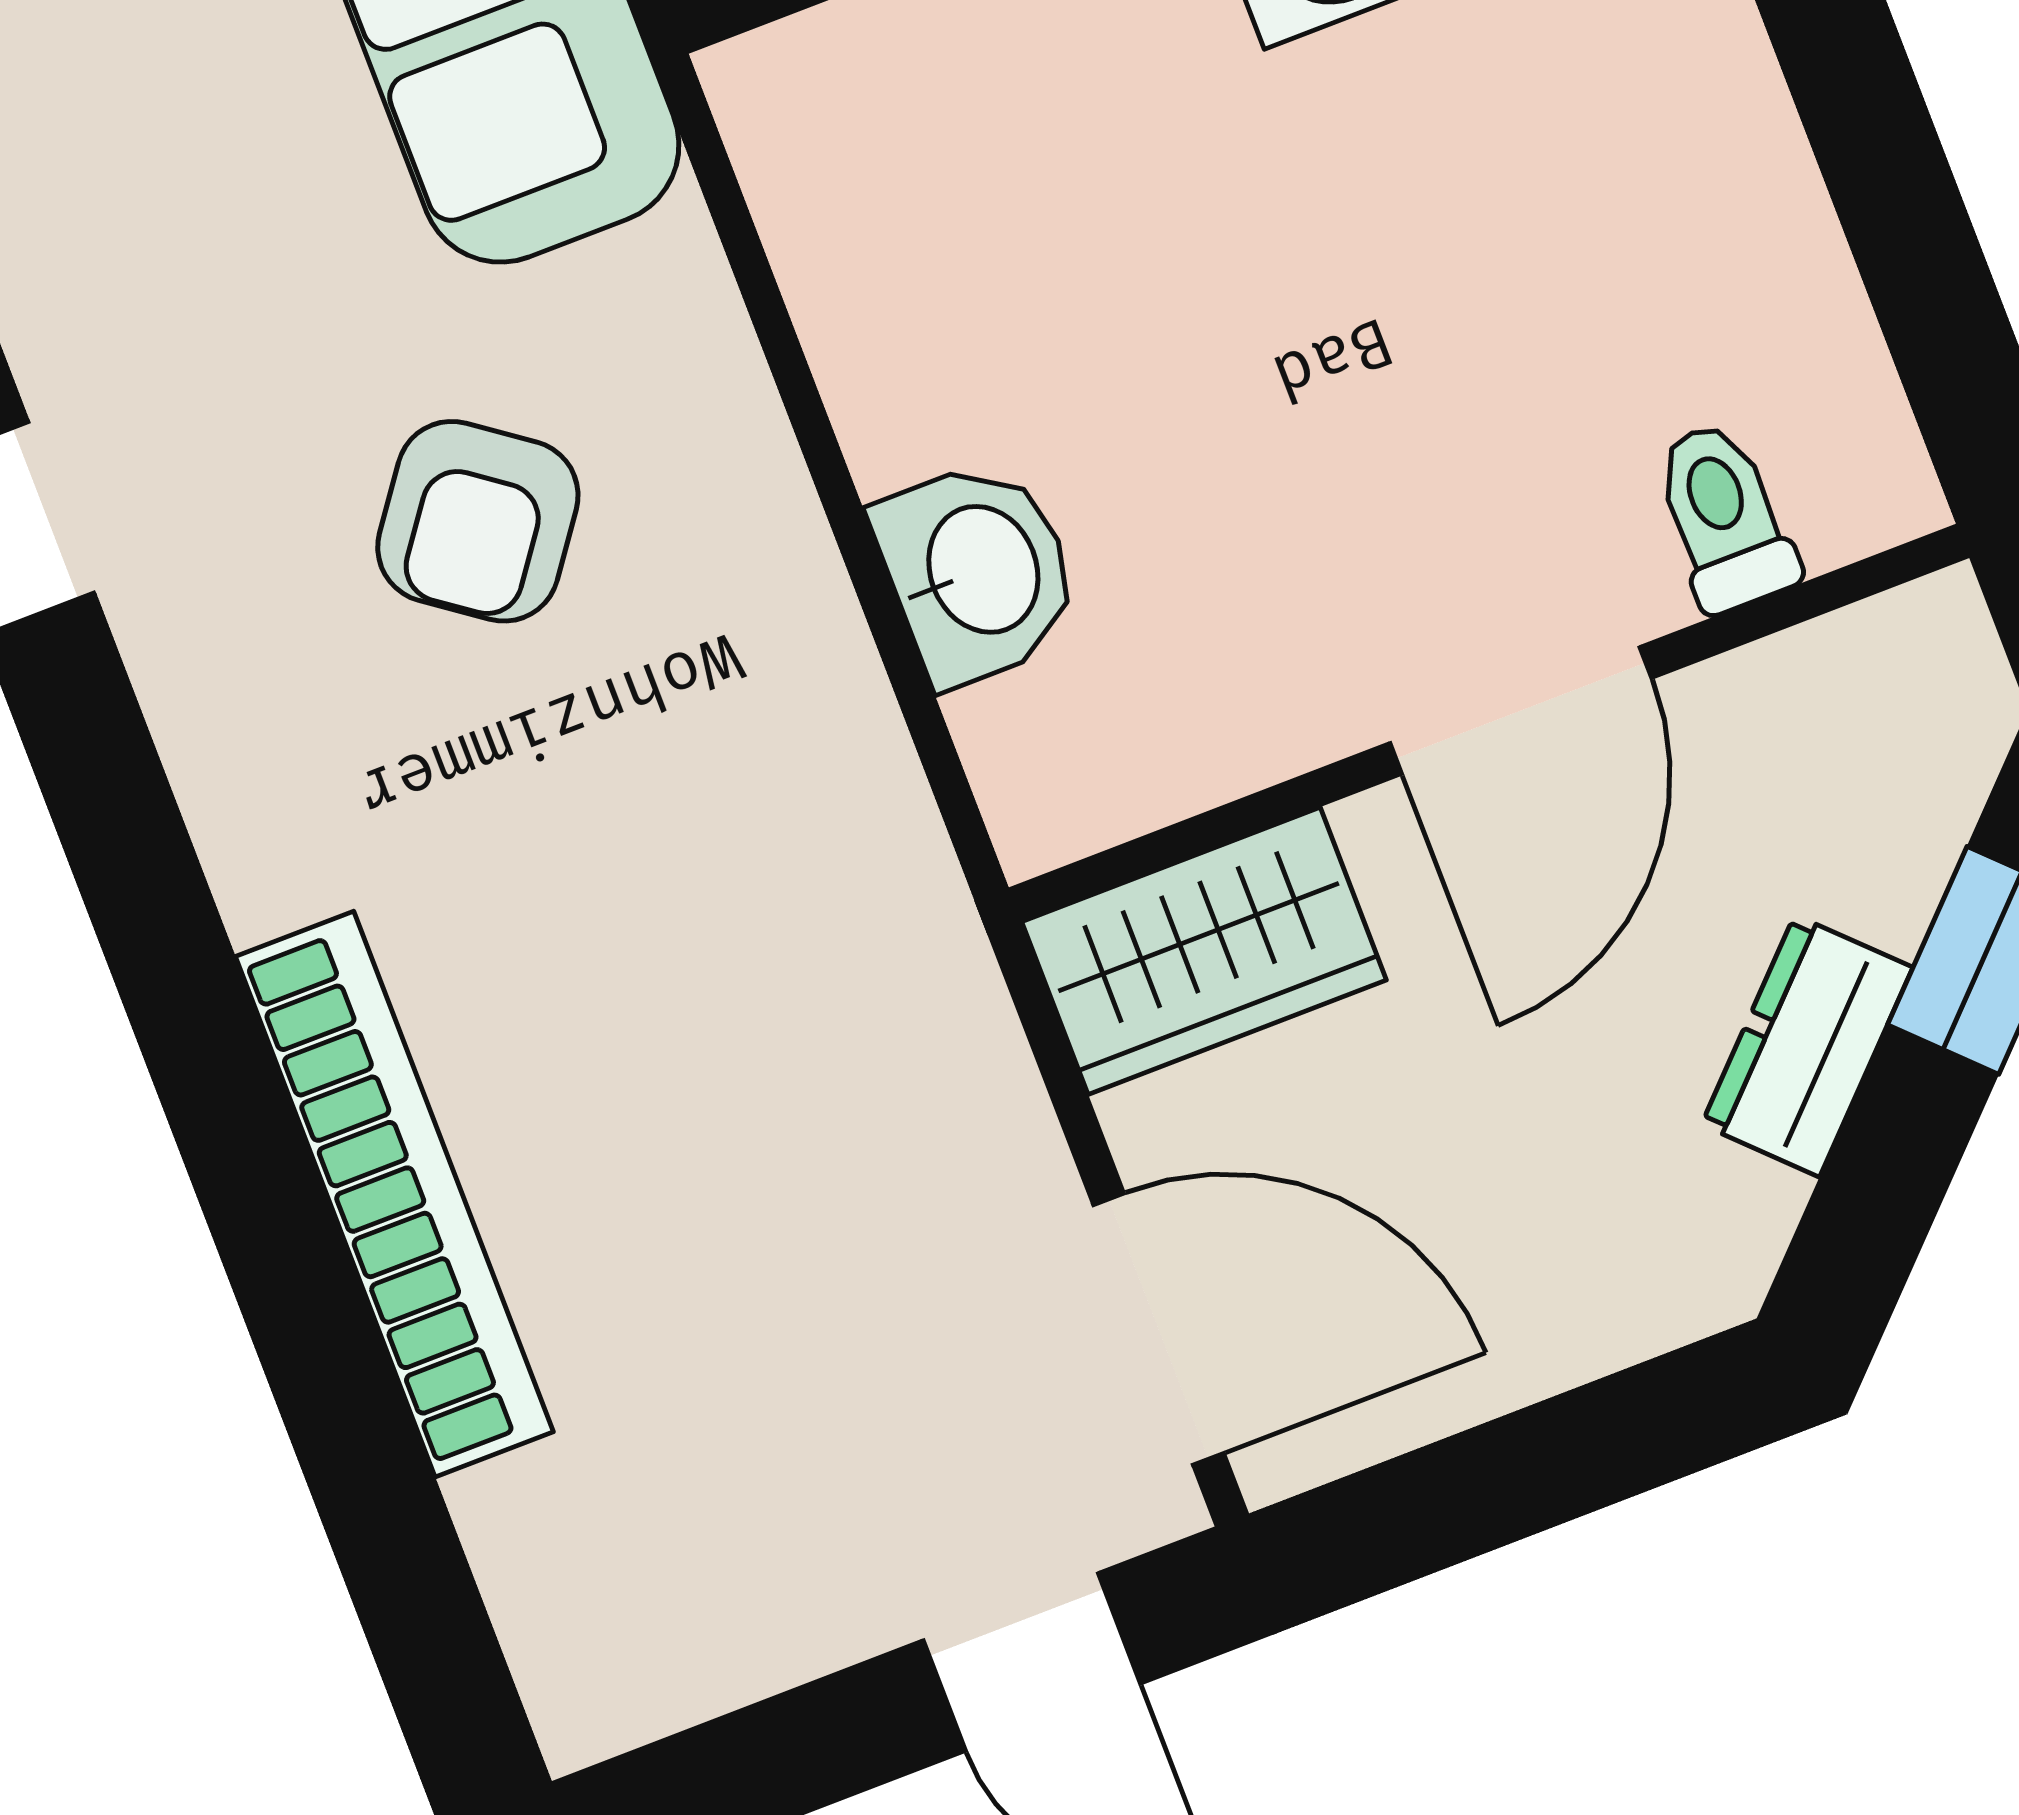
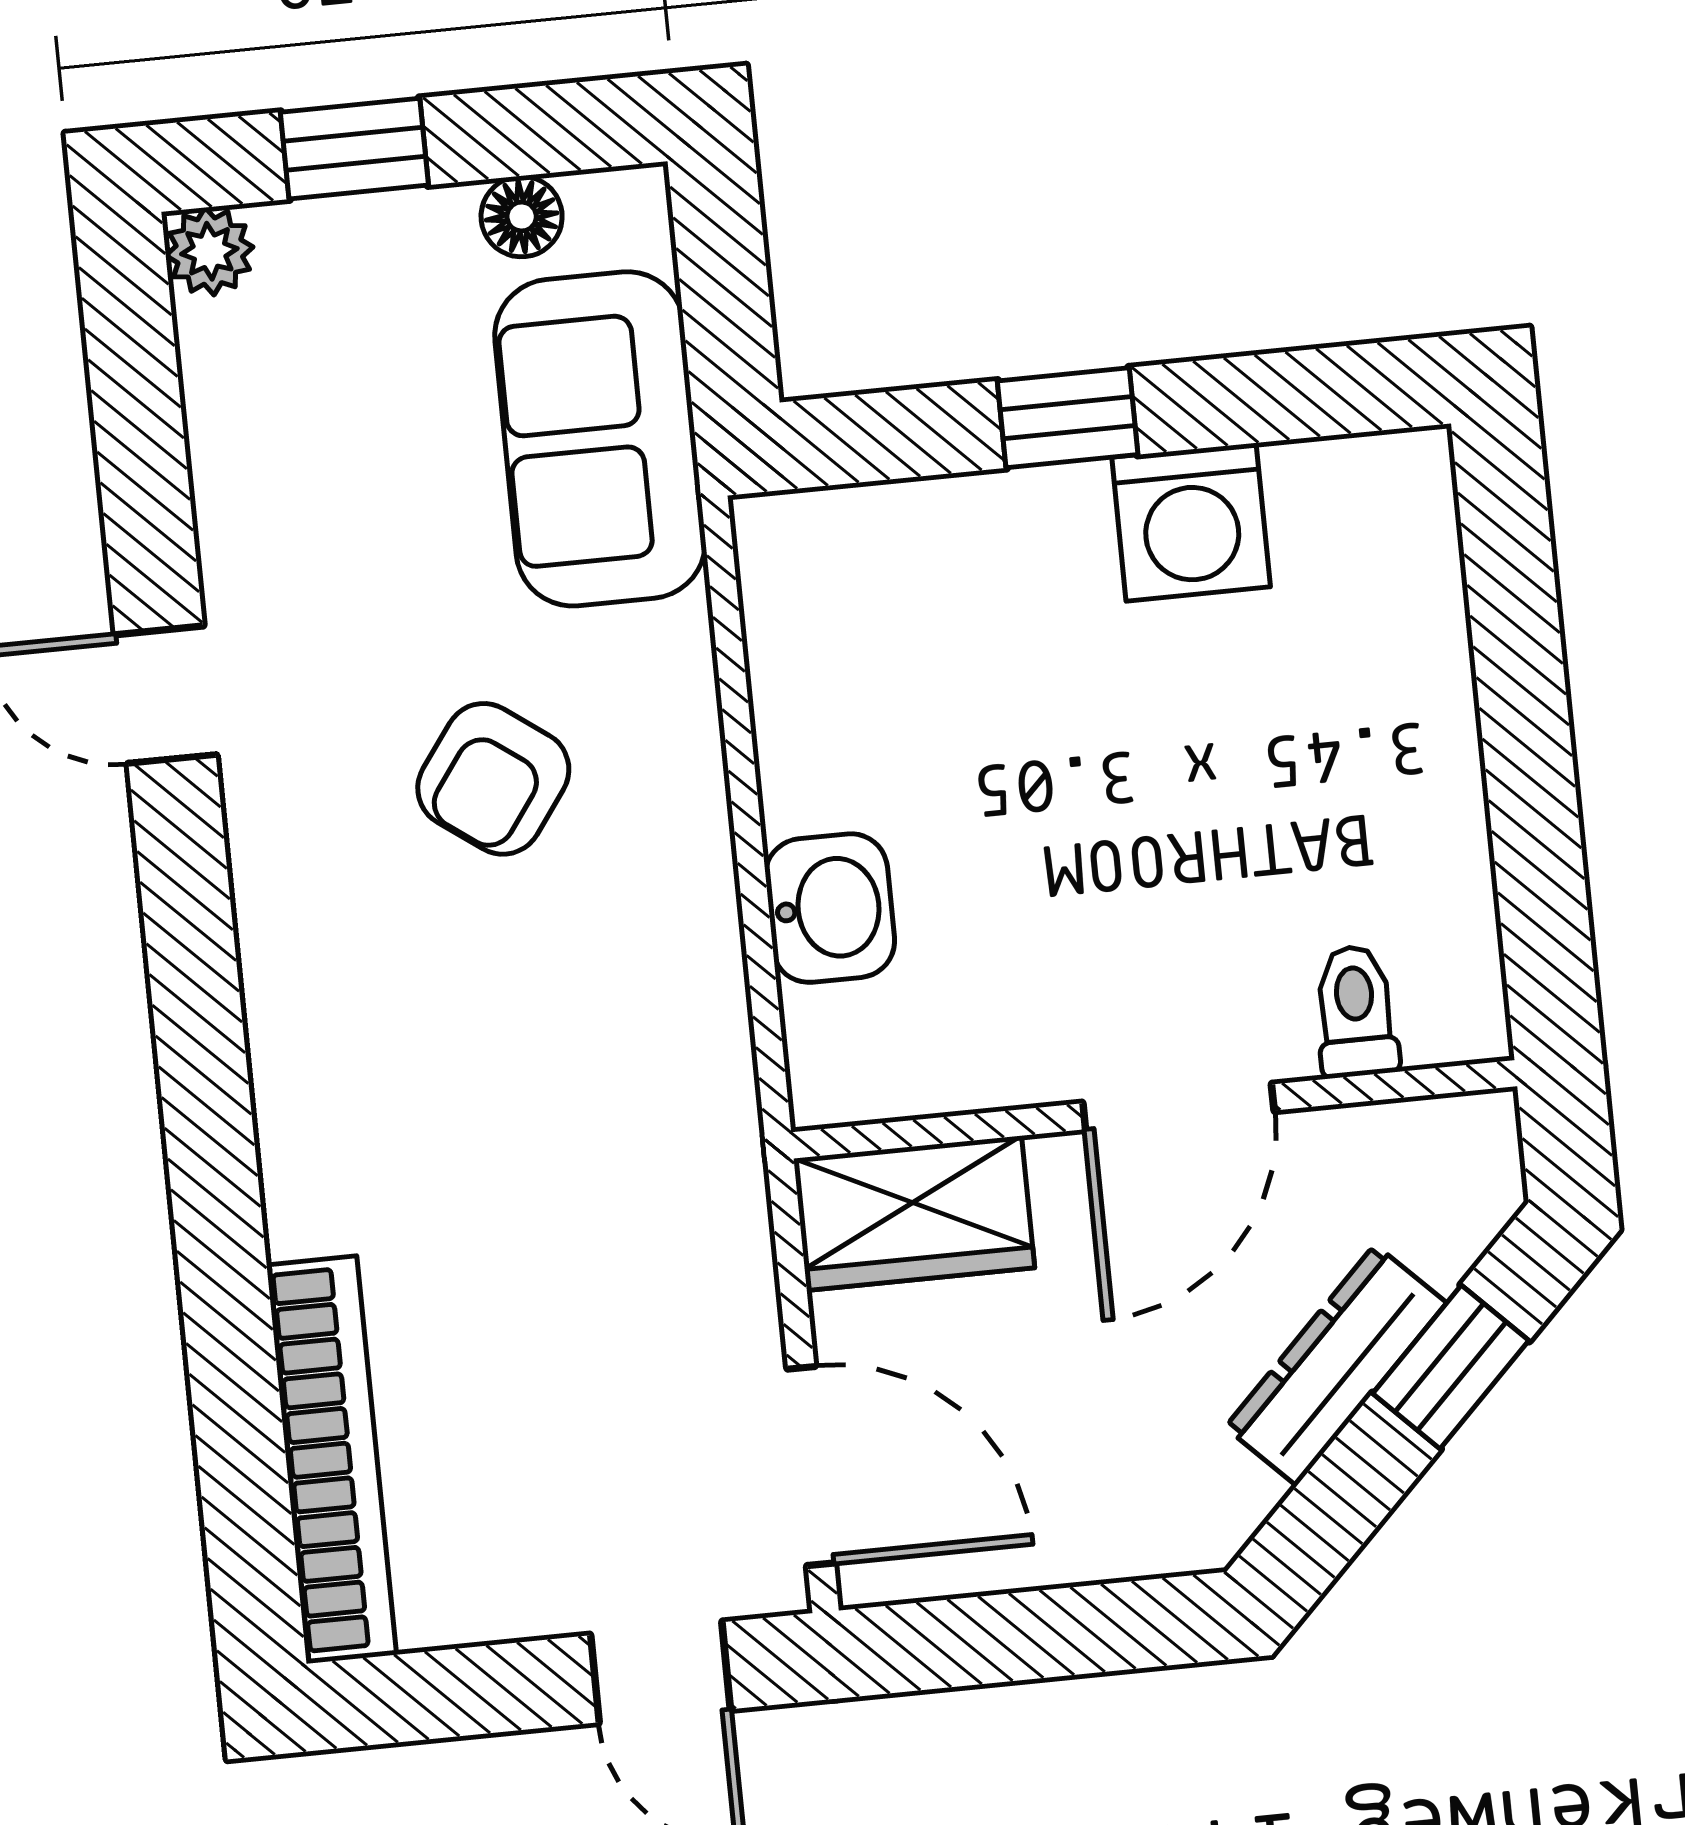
dresser: (1807, 1046) -> (1336, 1365), width x1.44
bookcase: (394, 1194) -> (331, 1459), moved

